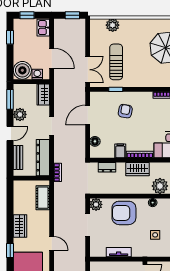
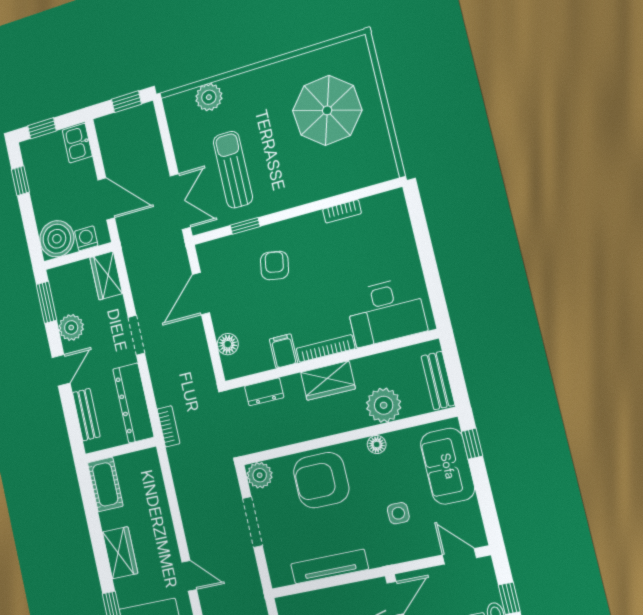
cot: (43, 198) -> (105, 484), moved
tv unit: (119, 252) -> (329, 566), width x1.41

